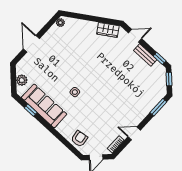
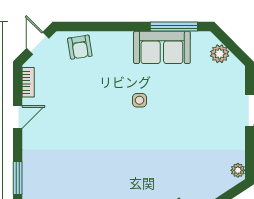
sofa: (44, 106) -> (162, 47), width x0.73
window: (31, 110) -> (174, 27), width x2.17

